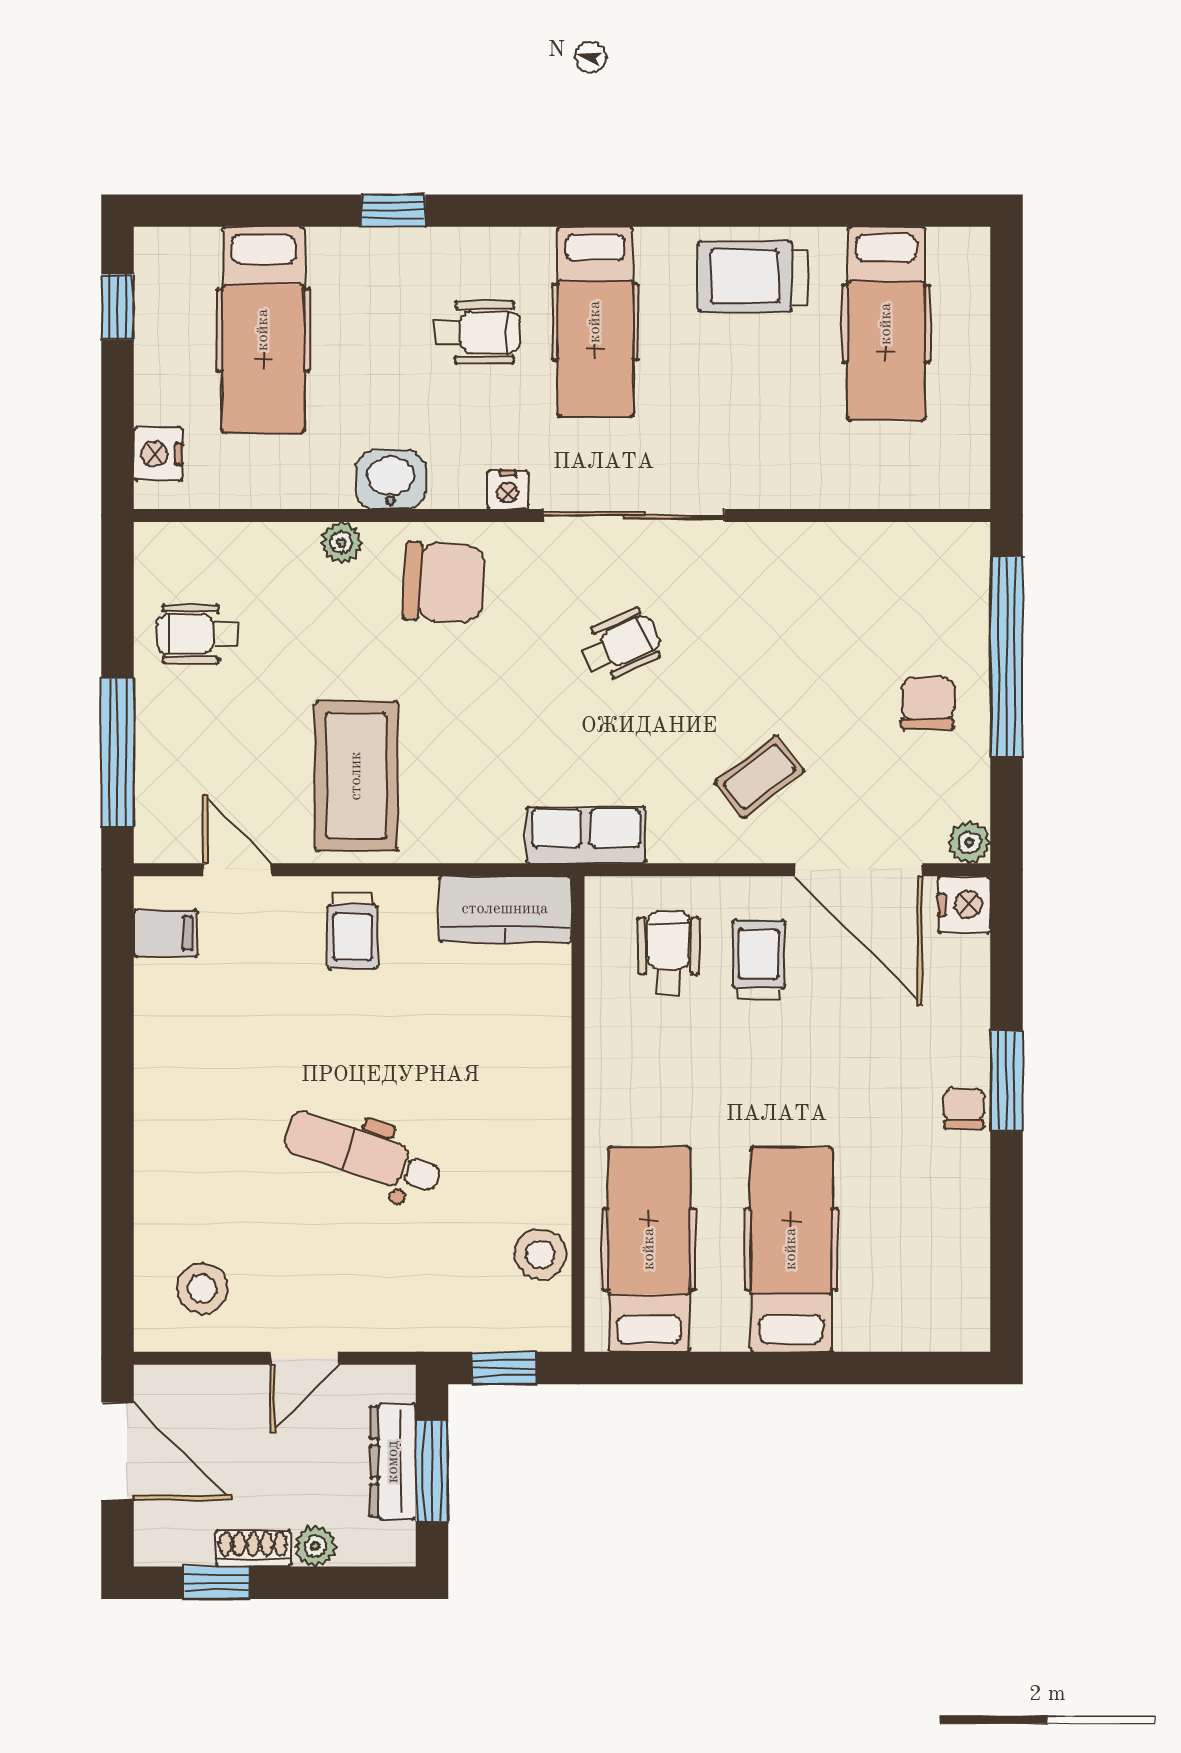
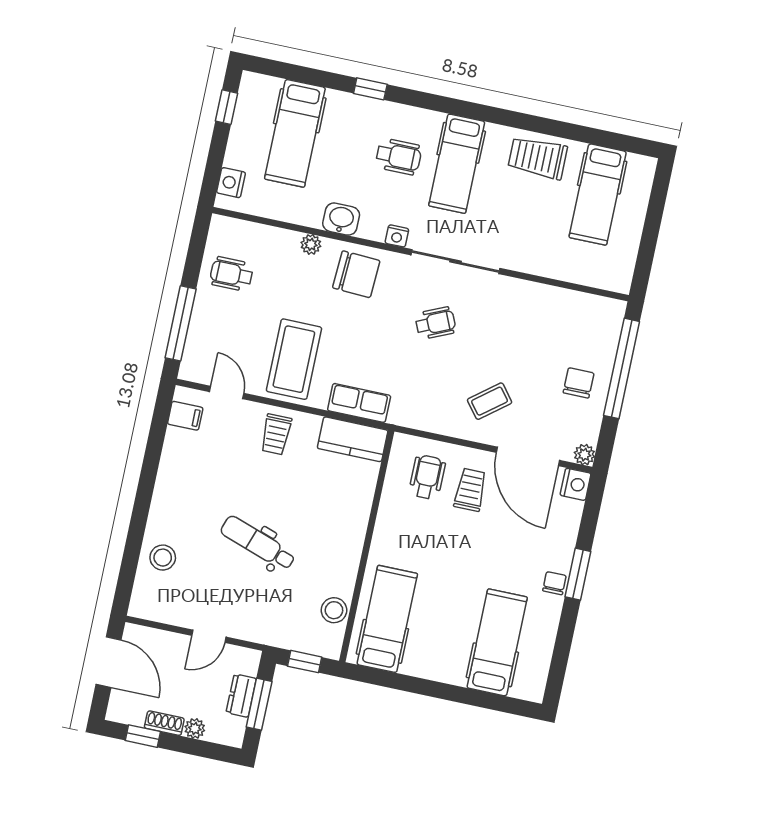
row of seats: (586, 835) -> (359, 403), moved
hospital bed: (791, 1249) -> (497, 642), moved
stool: (202, 1288) -> (163, 558), moved
dresser: (393, 1462) -> (241, 696), width x0.70

